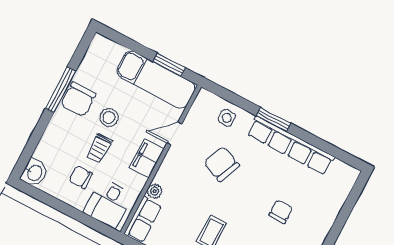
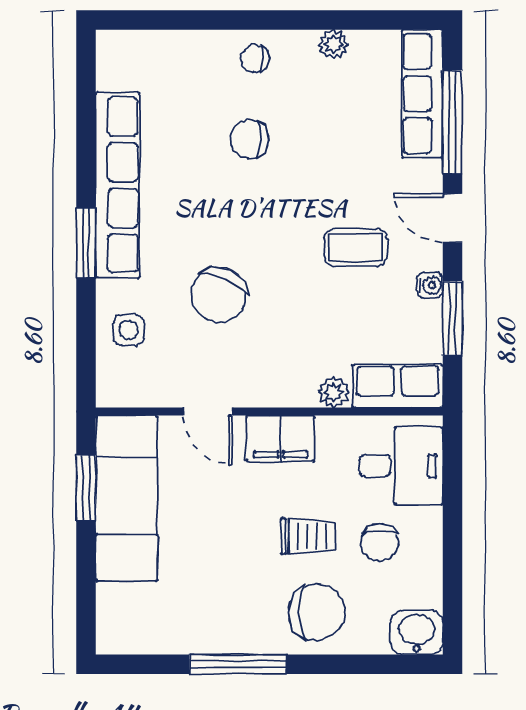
chair: (78, 99) -> (317, 612), moved
stool: (109, 118) -> (242, 548), removed
chair: (314, 232) -> (255, 59), added

